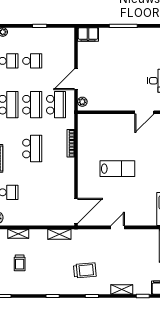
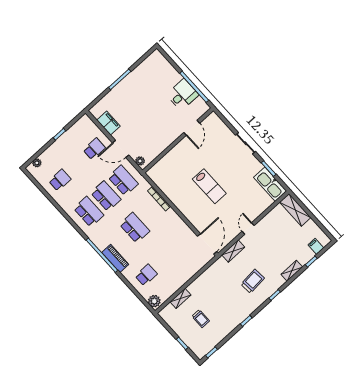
filing cabinet: (88, 34) -> (108, 123), moved, turned -90
school desk: (32, 61) -> (94, 149), moved
door: (76, 79) -> (121, 149), hinge flipped
lab bench: (117, 169) -> (209, 186), turned 90
shelving: (59, 234) -> (233, 251), moved

